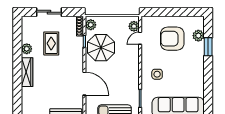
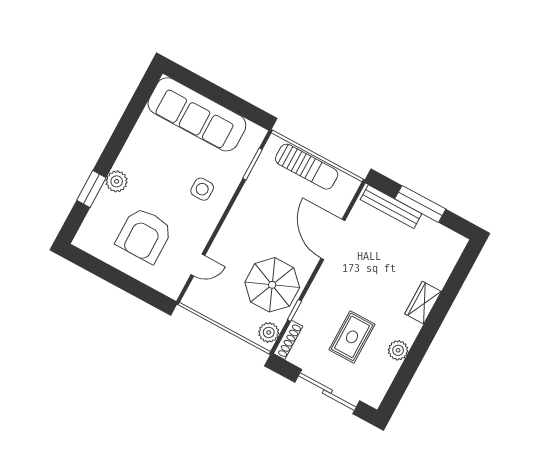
sliding door: (49, 12) -> (327, 392), width x1.37
plant: (134, 26) -> (197, 291), removed
plant: (198, 36) -> (117, 181), moved
armchair: (172, 39) -> (144, 235), turned 90
wardrobe: (27, 72) -> (423, 303), width x0.67

